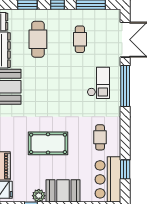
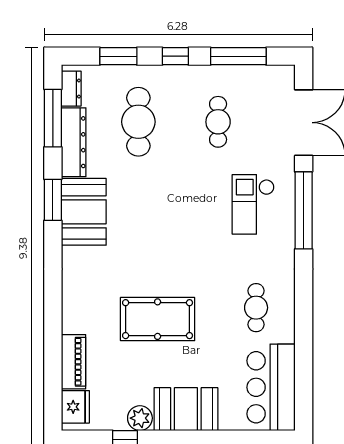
checkout: (98, 83) -> (253, 204), turned 180
window: (125, 169) -> (304, 368), removed

